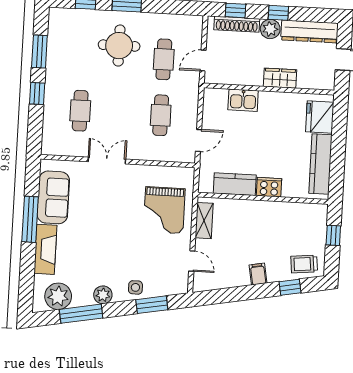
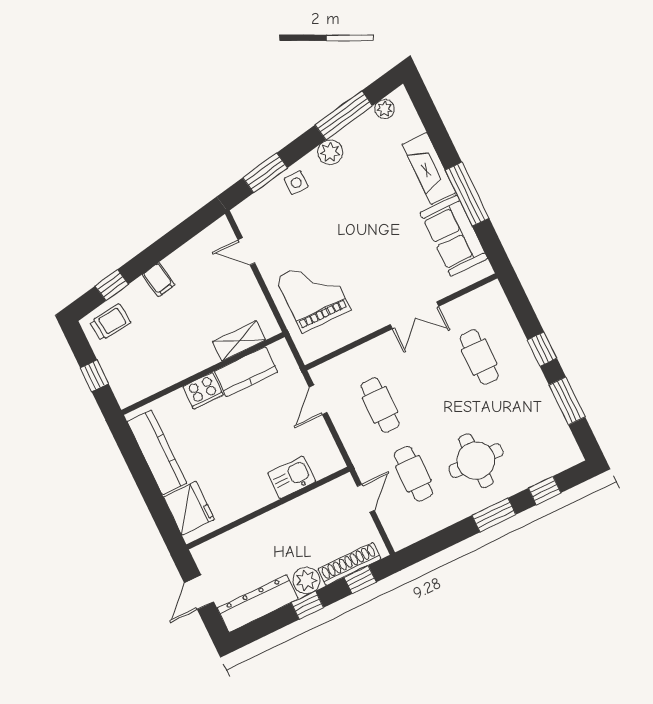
wardrobe: (280, 78) -> (262, 528), removed
shelving: (204, 221) -> (239, 341), moved, turned 90
plant: (58, 296) -> (385, 109), width x0.53, depth x0.53

